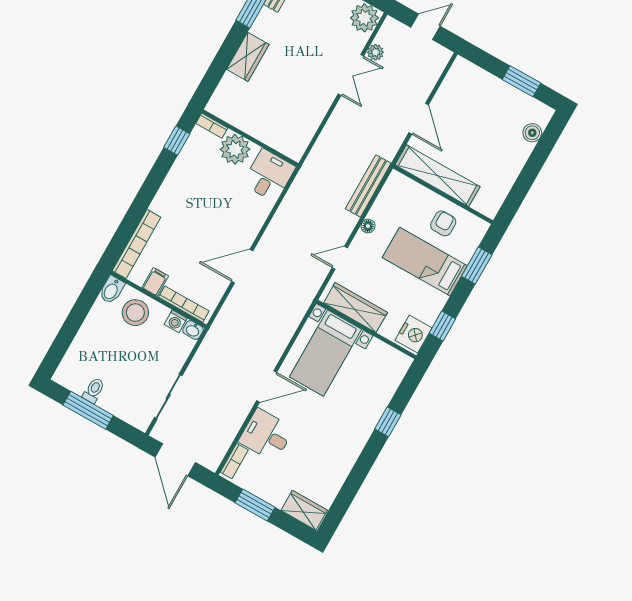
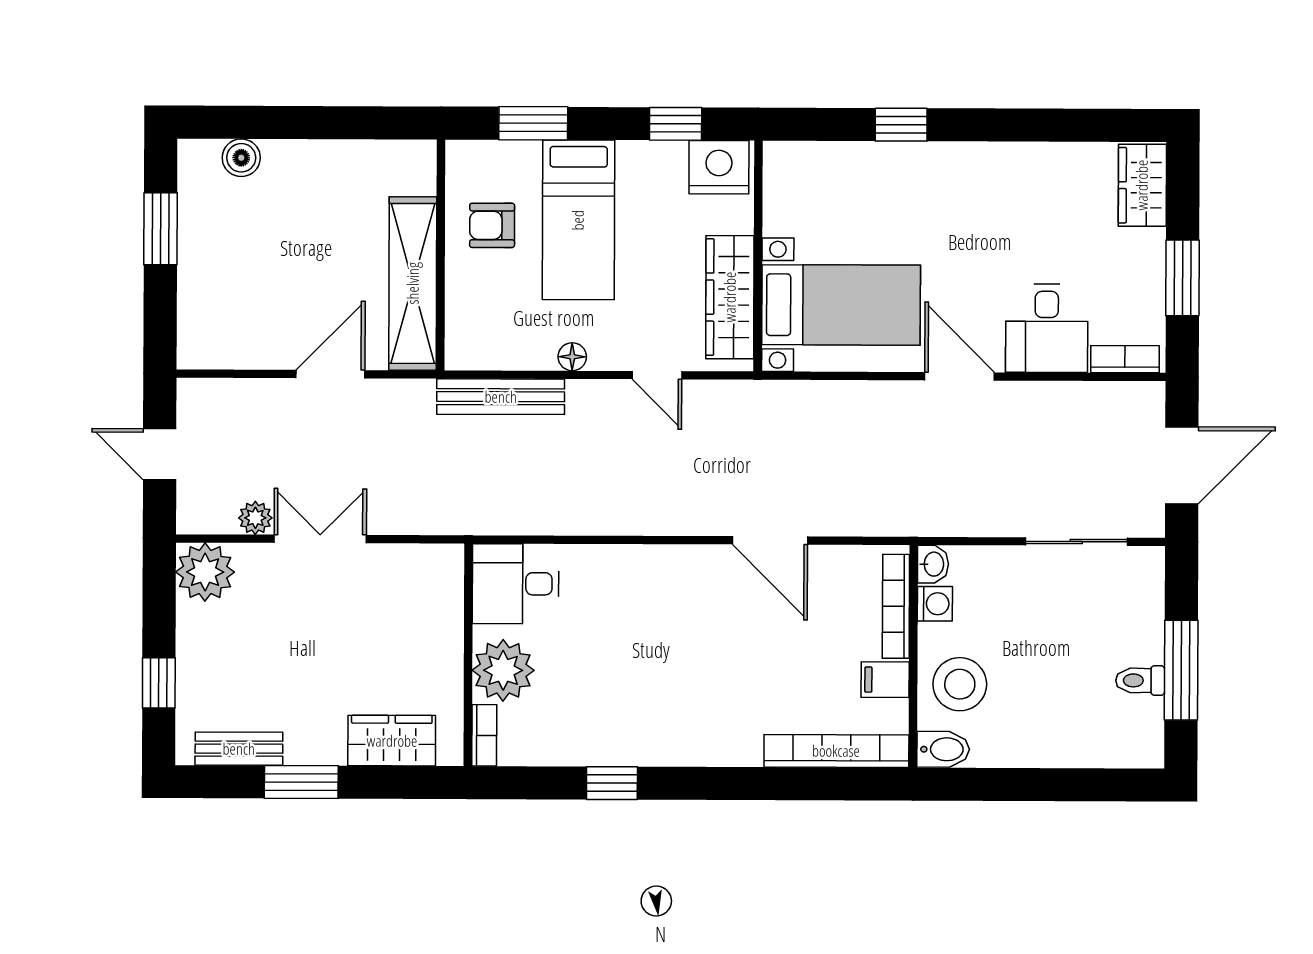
bookcase: (212, 126) -> (484, 735), moved
wall: (250, 138) -> (468, 655), moved
plant: (235, 149) -> (503, 670), moved
desk: (269, 175) -> (516, 584), moved

